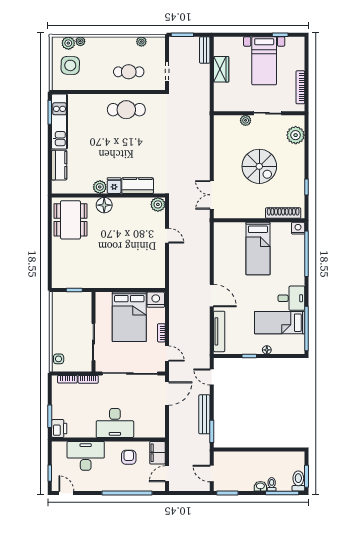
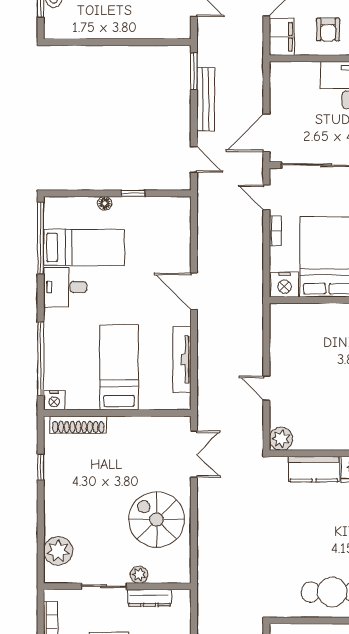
dresser: (239, 106) -> (150, 598), added
spiral stairs: (259, 166) -> (157, 519), moved
tv unit: (219, 331) -> (182, 360), moved

